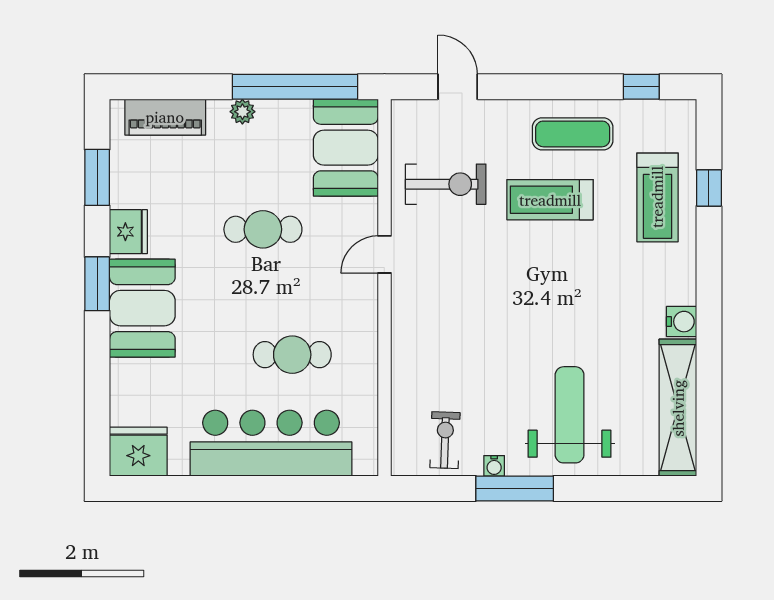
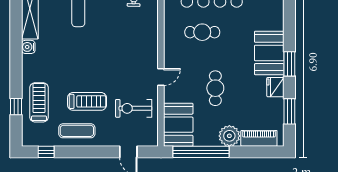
plant: (242, 112) -> (229, 136), width x1.87, depth x1.87
cafe table: (263, 229) -> (215, 88), turned 90

